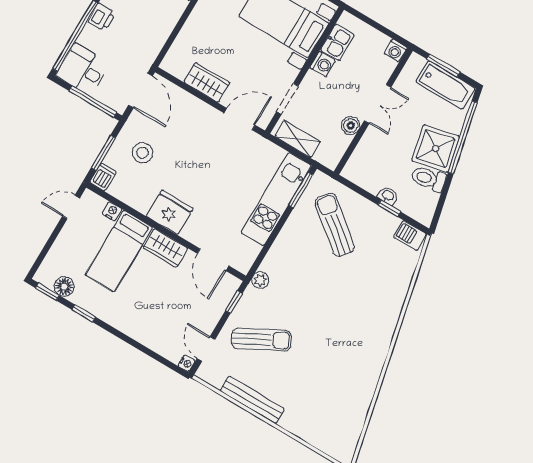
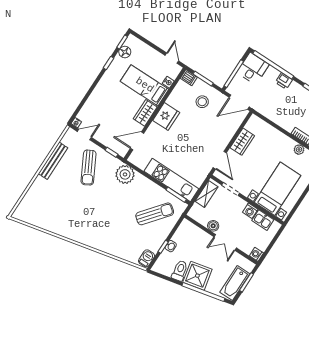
plant: (260, 280) -> (125, 174), width x1.88, depth x1.88

